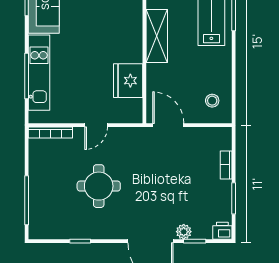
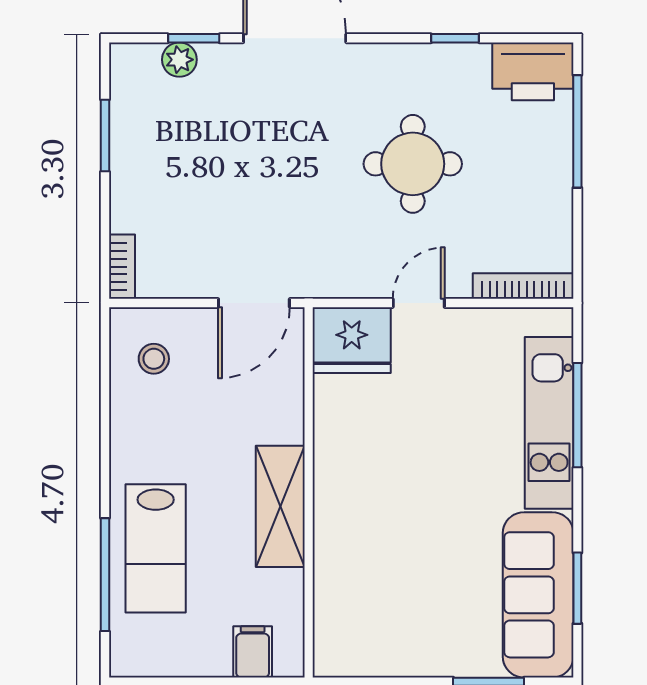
fridge: (128, 81) -> (352, 340), moved, turned 90
door: (168, 125) -> (254, 303), hinge flipped
bookcase: (226, 165) -> (122, 267), moved
printer: (222, 231) -> (533, 71), moved, width x1.87, depth x1.48
plant: (184, 232) -> (179, 60), moved

